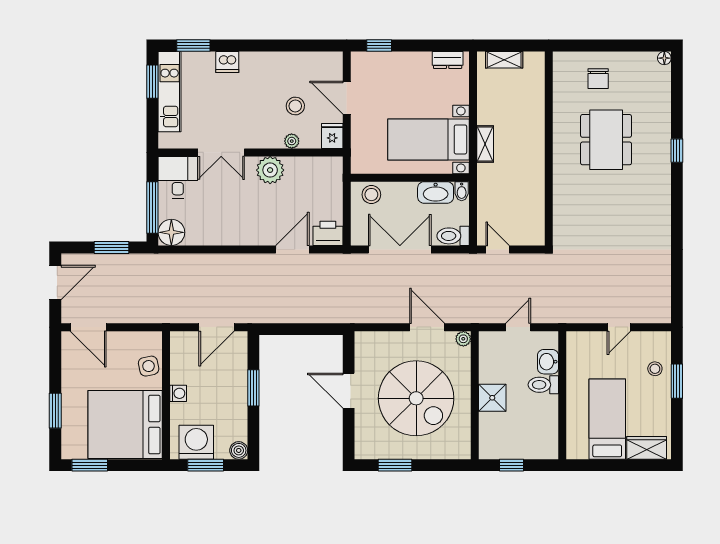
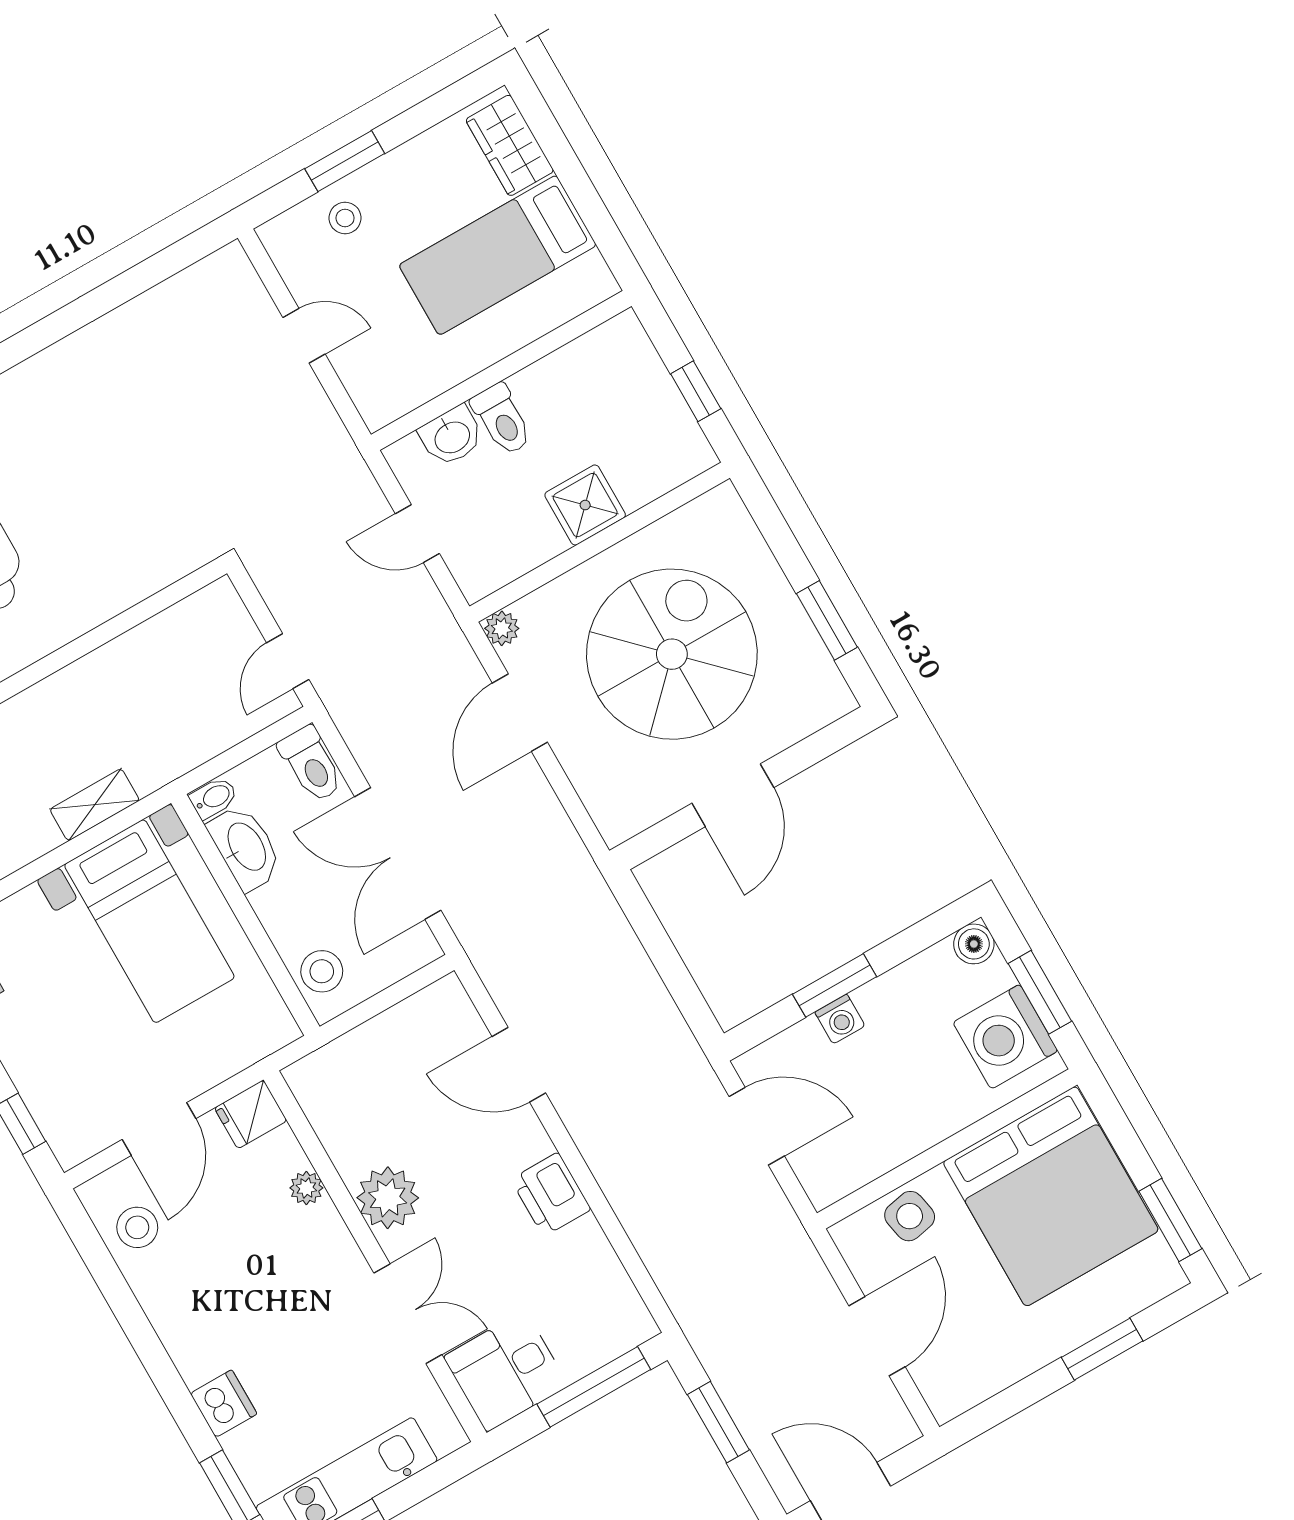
stool: (295, 106) -> (137, 1227), moved
floor lamp: (171, 232) -> (621, 1321), removed
printer: (328, 233) -> (551, 1194), moved
door: (88, 327) -> (877, 1336), moved
washing machine: (178, 393) -> (840, 1019), moved, turned 180

